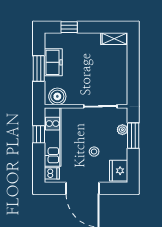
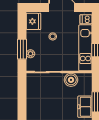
boiler: (57, 96) -> (71, 80), moved

